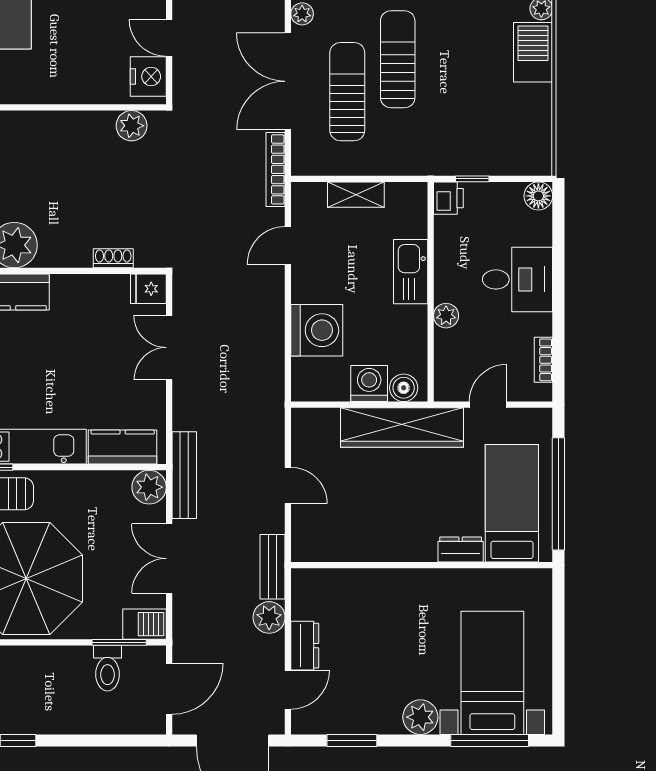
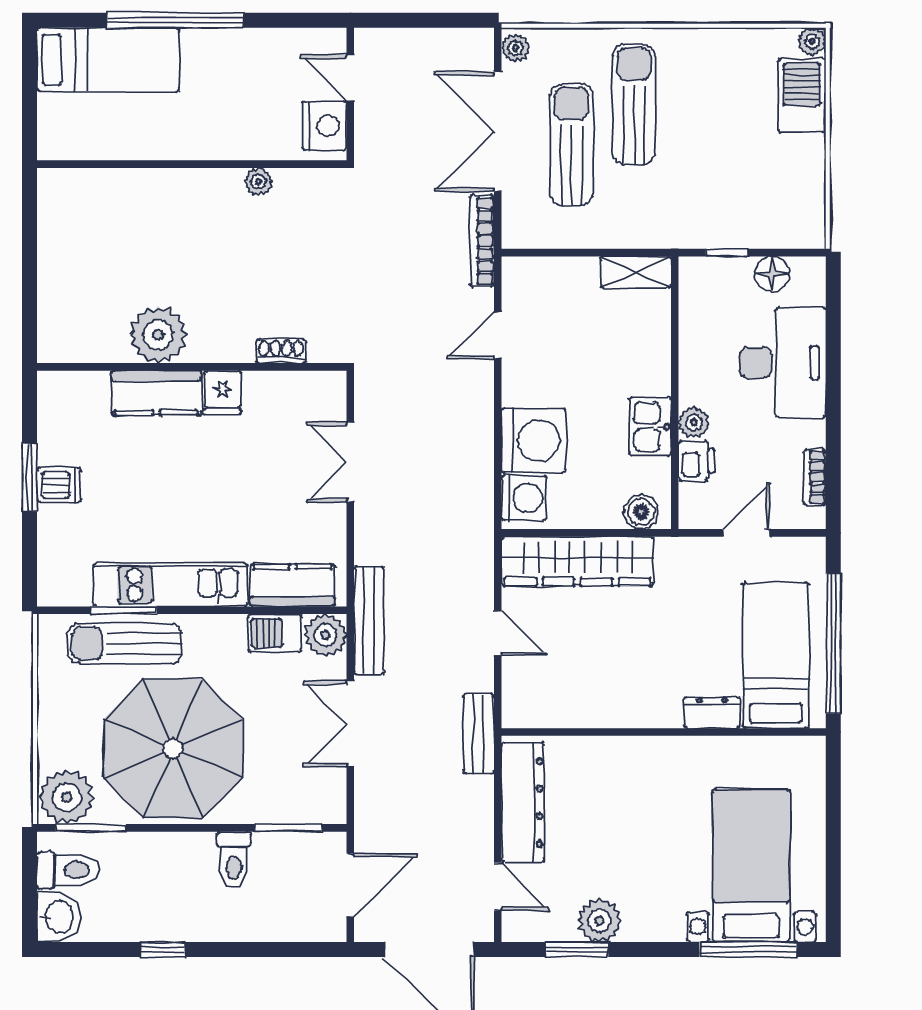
plant: (132, 126) -> (259, 182), moved, width x0.73, depth x0.73
shelving: (356, 195) -> (636, 272), moved
floor lamp: (538, 196) -> (772, 274), moved
printer: (448, 198) -> (697, 461), moved
kitchen sink: (411, 272) -> (650, 427), moved, width x0.73
desk: (518, 279) -> (783, 362), width x1.37
fridge: (148, 289) -> (223, 393), moved, turned -90
washing machine: (369, 384) -> (524, 498), moved, turned 90
wardrobe: (402, 427) -> (578, 561), moved
plant: (269, 617) -> (474, 797), removed
barbecue: (144, 624) -> (274, 633), moved, turned 180
dresser: (305, 646) -> (523, 802), width x1.96, depth x1.24
toilet: (107, 668) -> (234, 860), moved
door: (288, 690) -> (498, 887), hinge flipped
plant: (420, 717) -> (599, 921), moved

